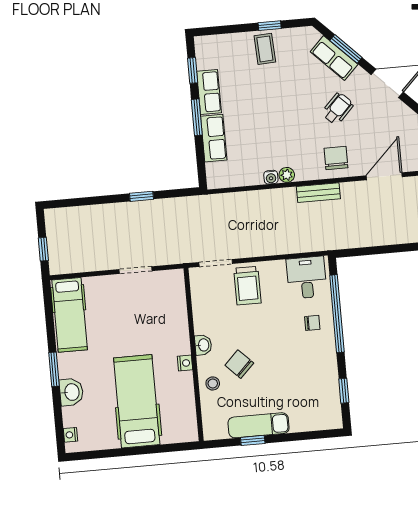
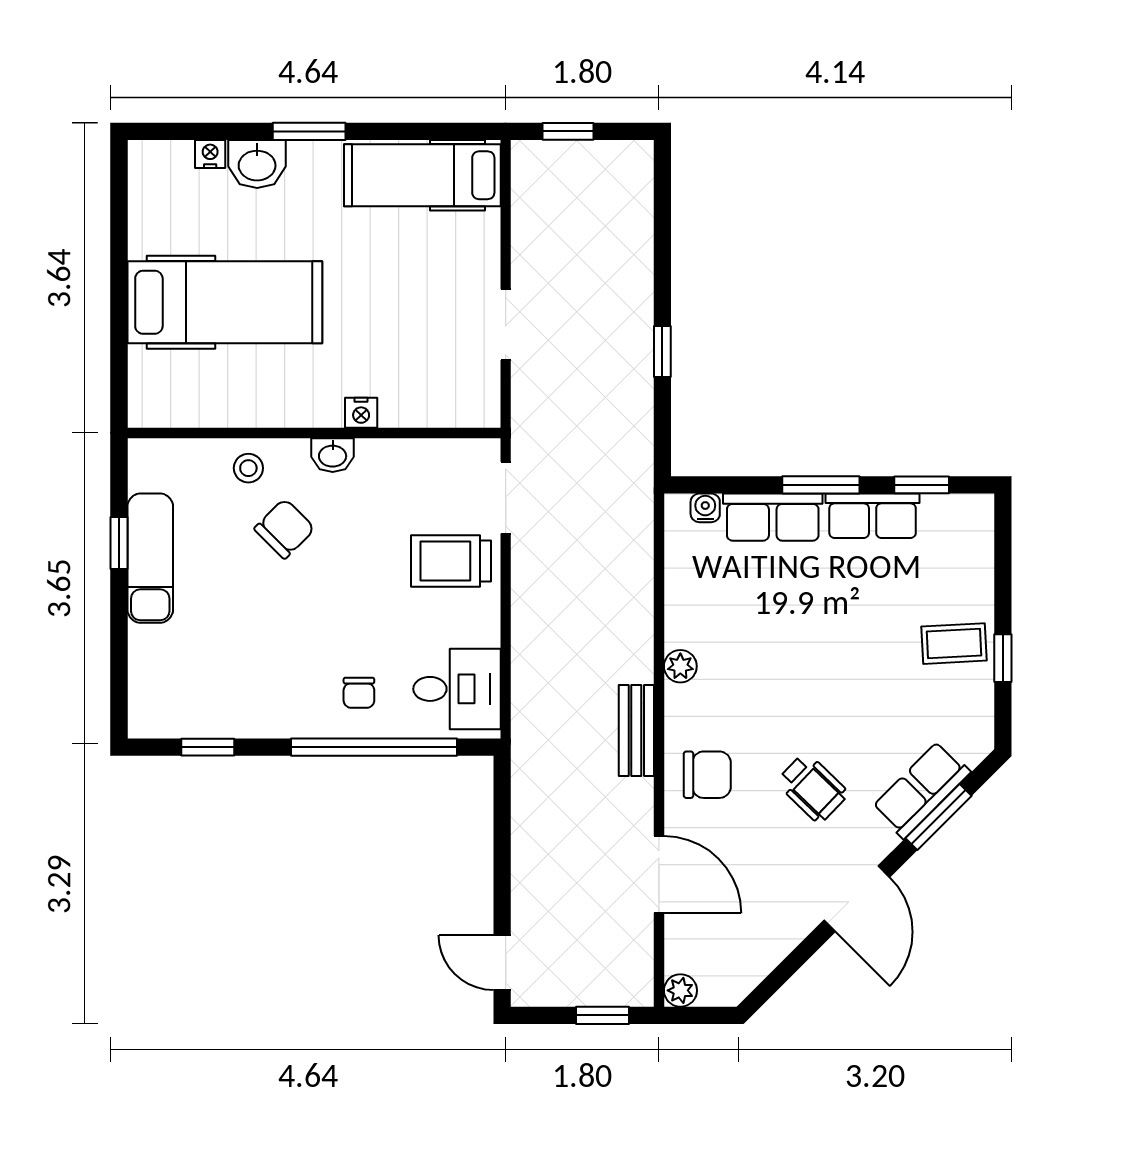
water cooler: (271, 177) -> (705, 508), moved, turned 90
nightstand: (185, 363) -> (361, 413), moved
nightstand: (70, 435) -> (210, 154), moved

